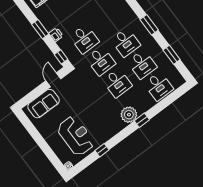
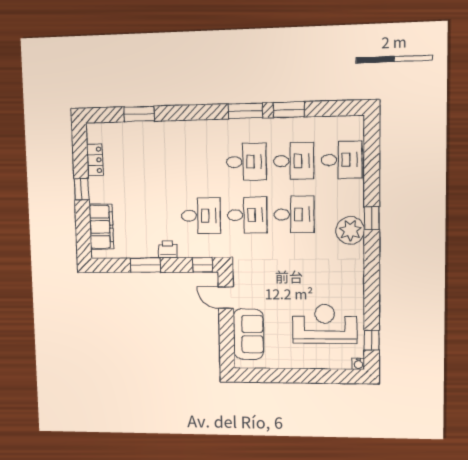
window: (172, 55) -> (289, 110), moved
window: (102, 150) -> (372, 340), moved

